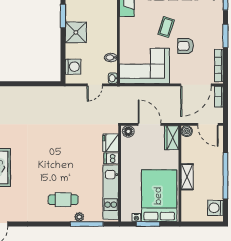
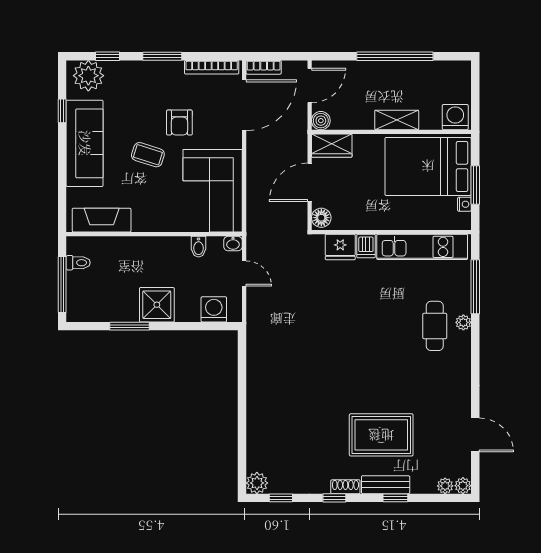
door: (196, 85) -> (244, 105), hinge flipped
washing machine: (215, 208) -> (455, 117), moved, turned 180
plant: (79, 217) -> (463, 322), moved

